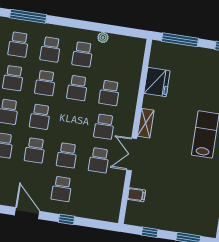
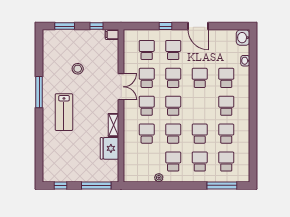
school desk: (40, 117) -> (173, 106), moved
shelving: (146, 123) -> (114, 125), moved
stool: (181, 184) -> (78, 69), added
school desk: (94, 194) -> (147, 50), added
filing cabinet: (136, 195) -> (112, 35), moved

